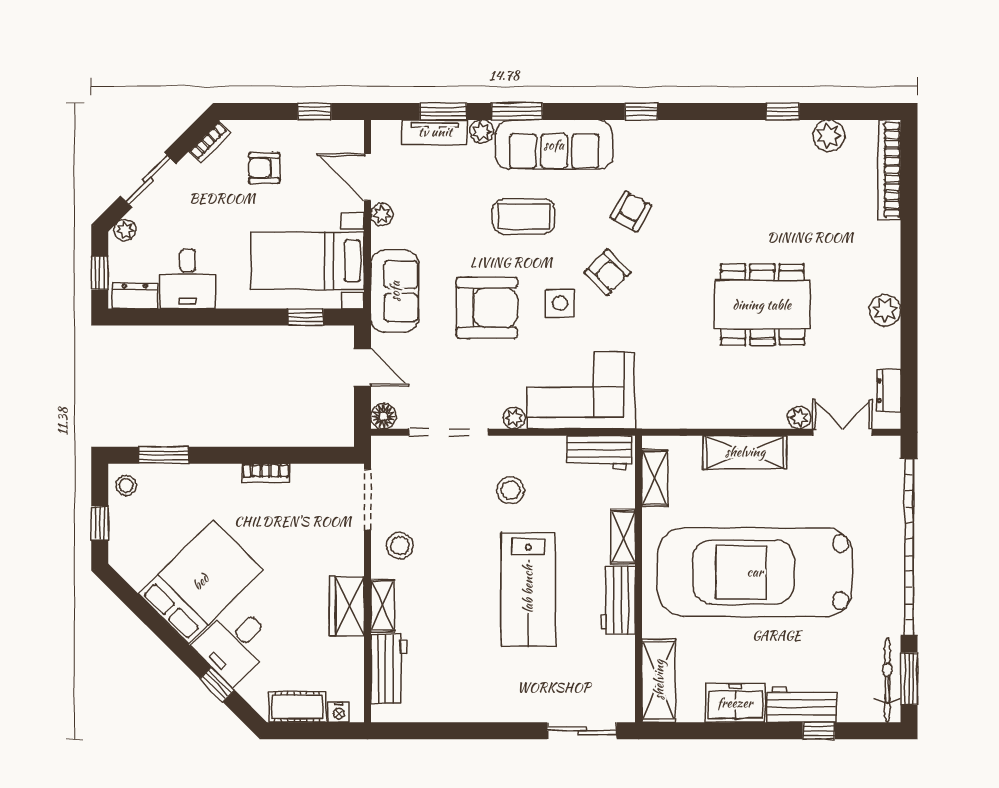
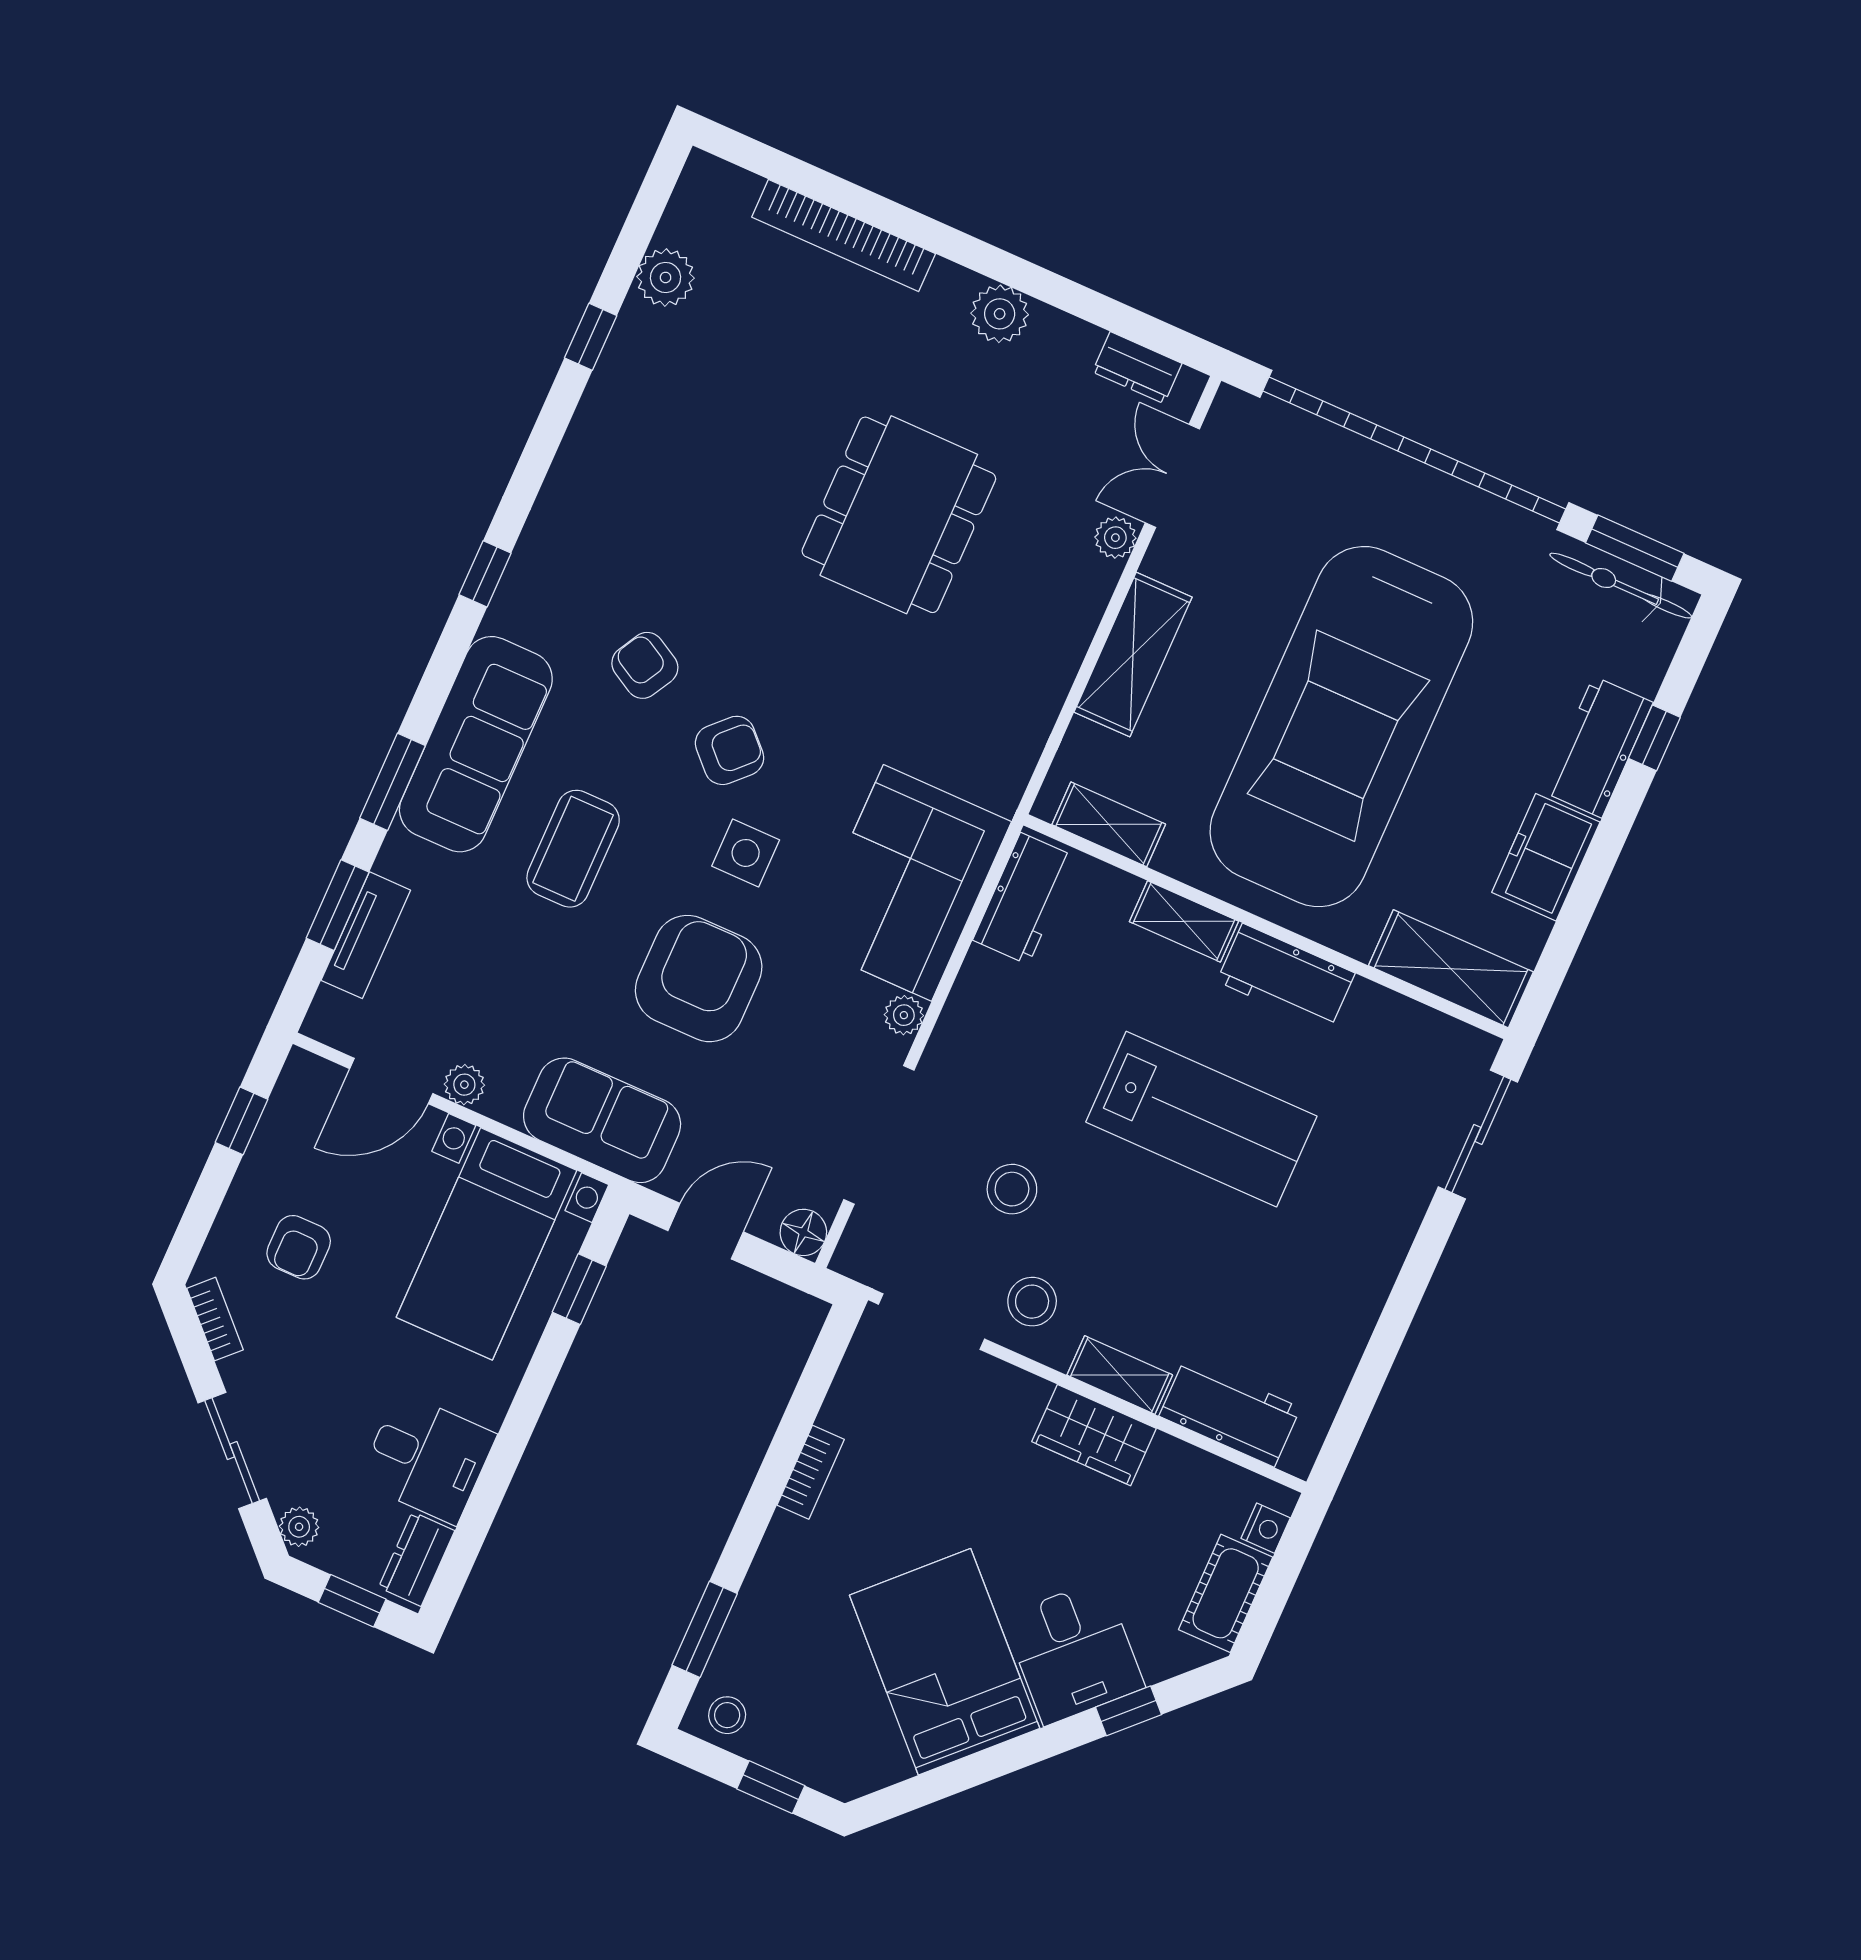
plant: (482, 132) -> (400, 856), removed
bookcase: (889, 170) -> (844, 235), moved
stool: (511, 490) -> (1012, 1189), moved

